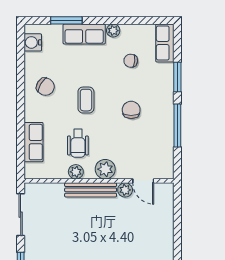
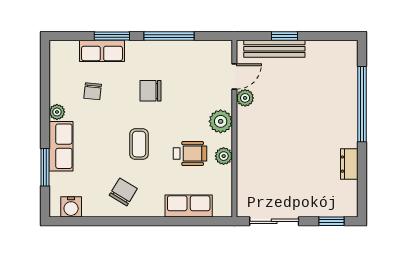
row of seats: (165, 43) -> (102, 51), moved
coffee table: (86, 100) -> (139, 144), turned 90
bench: (91, 190) -> (274, 49), moved, turned 90
window: (177, 223) -> (284, 36), added

